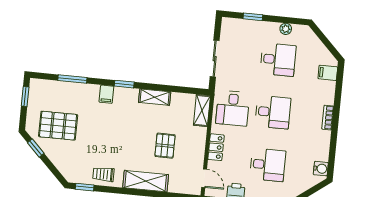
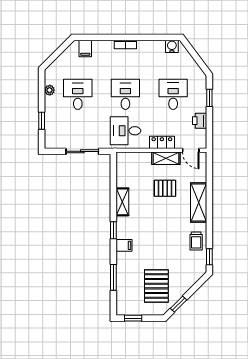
desk: (233, 108) -> (125, 131), turned 180
shelving: (202, 110) -> (166, 158), moved
door: (204, 178) -> (191, 150), swing flipped

